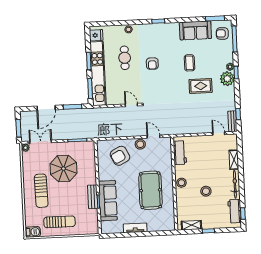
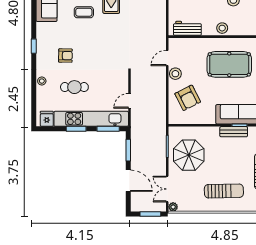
armchair: (152, 64) -> (65, 56), moved
door: (131, 105) -> (129, 101), moved
parasol: (63, 169) -> (189, 155), moved

